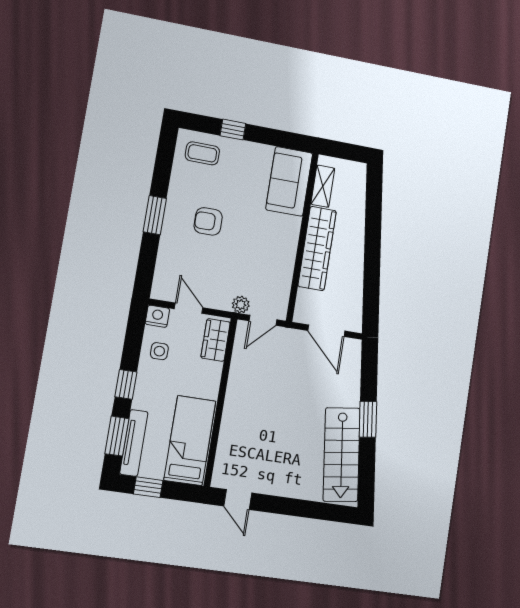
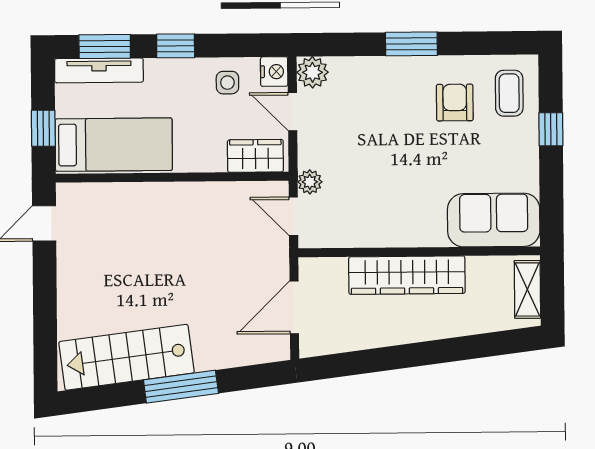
shelving: (323, 186) -> (527, 289), moved, turned 90
armchair: (208, 221) -> (455, 103), moved
plant: (163, 289) -> (312, 72), added
door: (189, 308) -> (293, 112), swing flipped
window: (368, 419) -> (181, 387), width x1.44
window: (148, 487) -> (43, 128), moved

